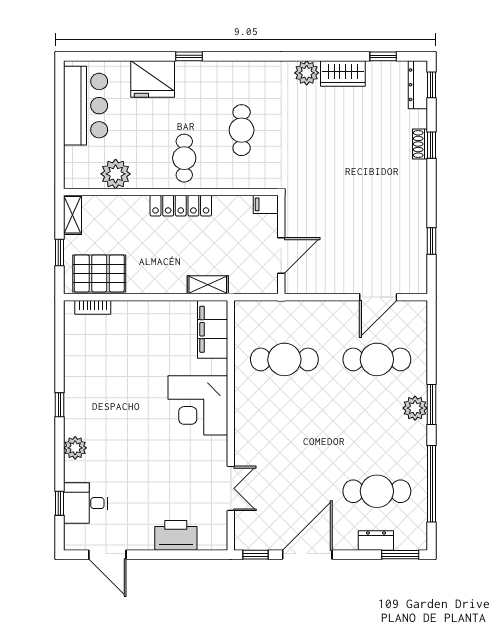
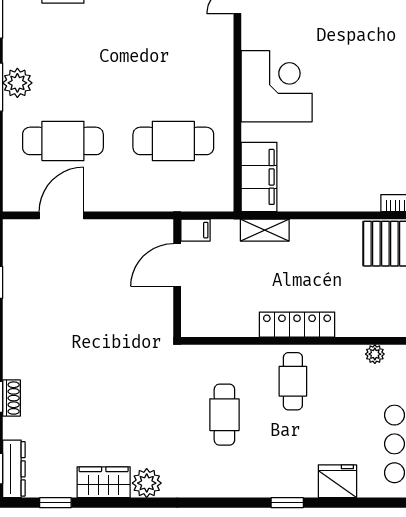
fridge: (153, 79) -> (337, 481), width x0.73, depth x0.75
plant: (116, 174) -> (375, 354), width x0.53, depth x0.53
filing cabinet: (266, 204) -> (196, 230), moved

